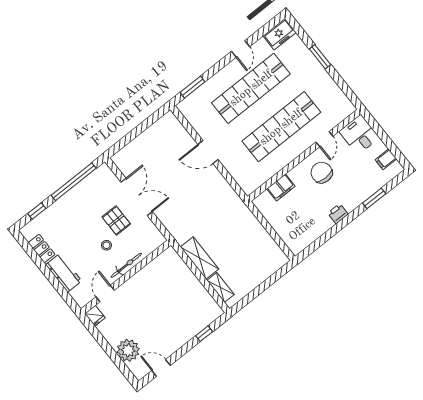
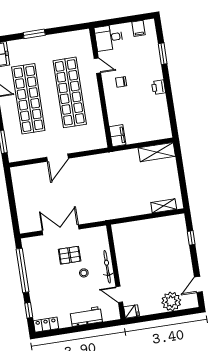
chair: (322, 173) -> (121, 82), width x0.54, depth x0.54
filing cabinet: (281, 188) -> (118, 136), moved
locker: (42, 249) -> (46, 325), moved
shelving: (200, 258) -> (157, 152), moved

